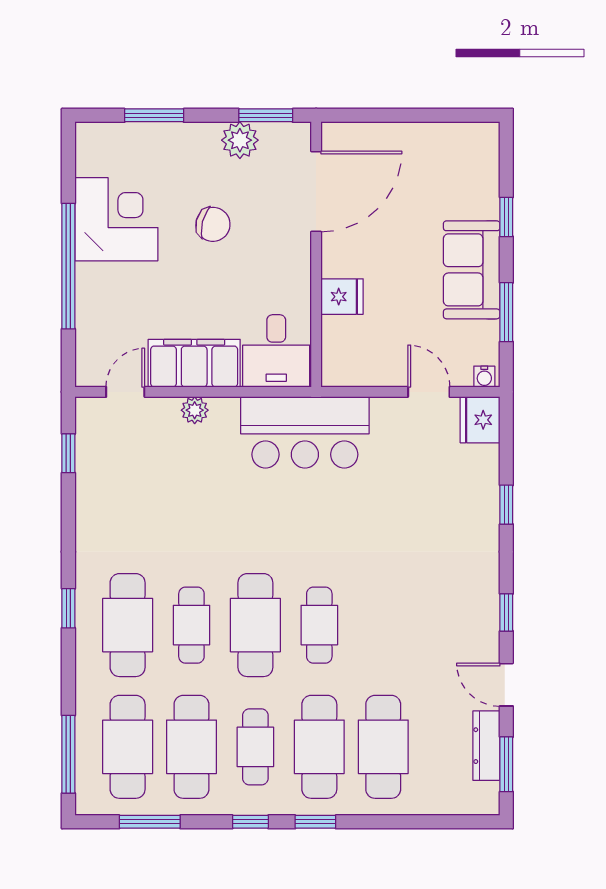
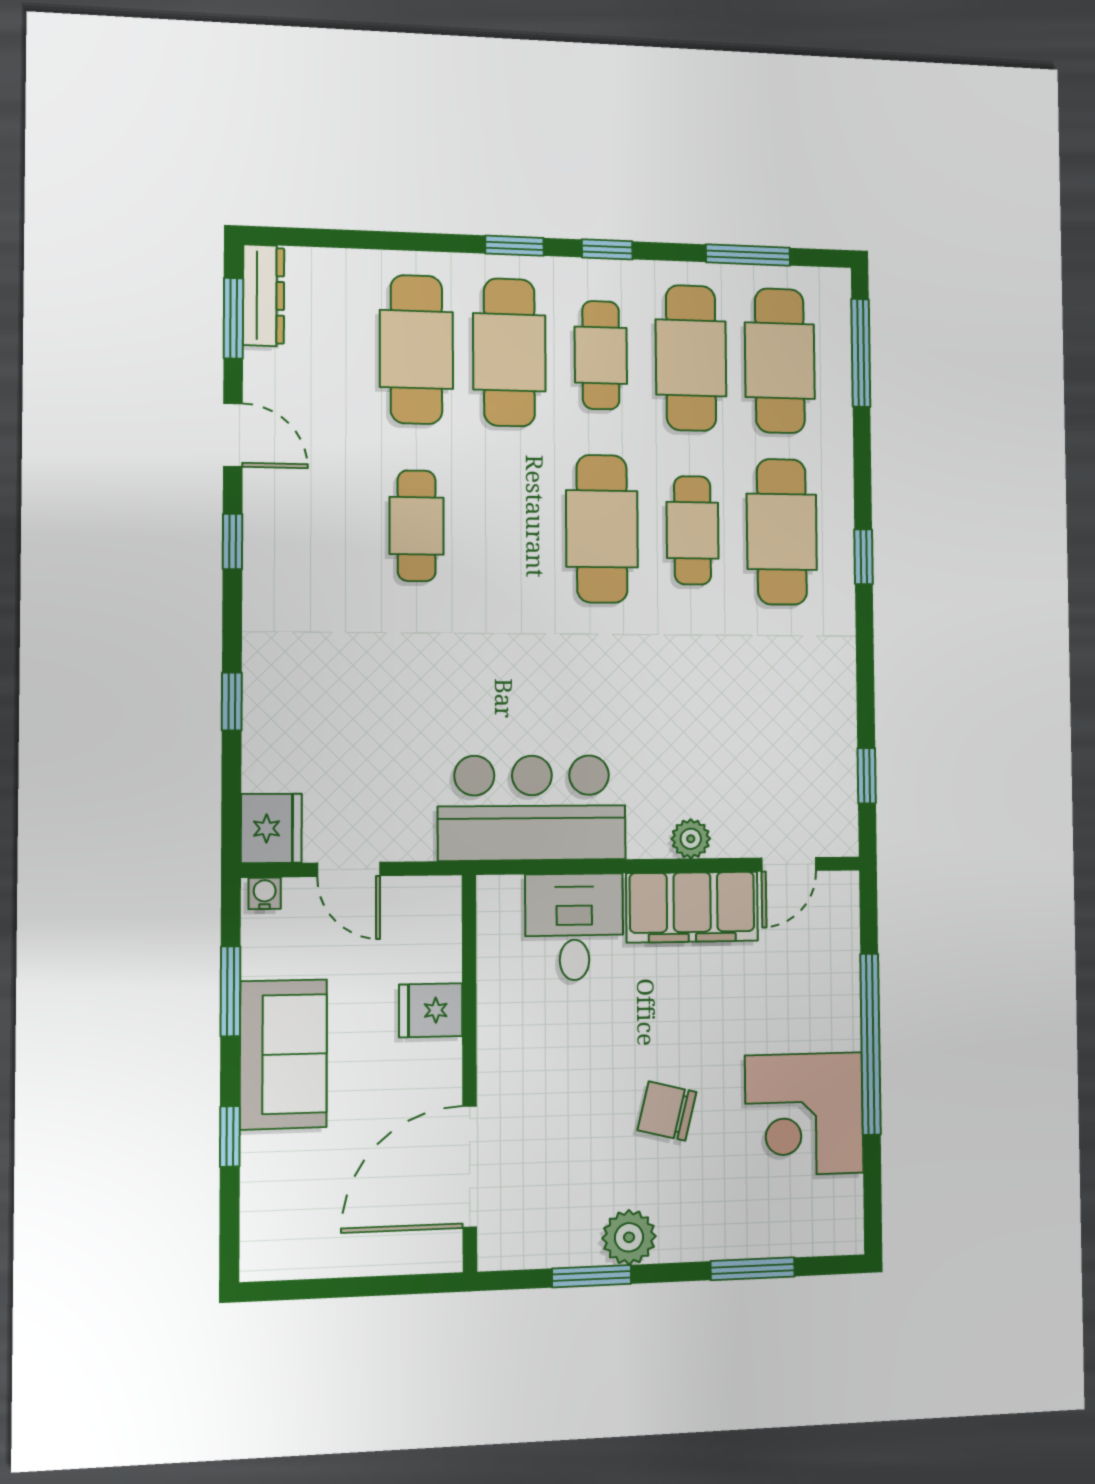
door: (316, 192) -> (470, 1167), moved
wall: (316, 254) -> (469, 1072), moved
fridge: (342, 297) -> (431, 1010), moved
cafe table: (319, 625) -> (417, 526), moved
dresser: (486, 746) -> (264, 295), moved

